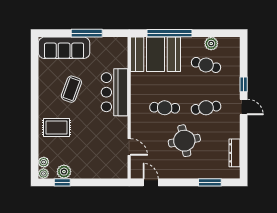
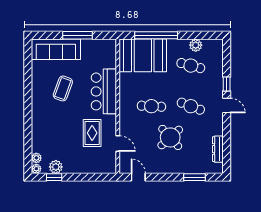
cafe table: (206, 108) -> (191, 106), turned 30
rug: (56, 128) -> (92, 133), moved, turned 90
round table: (184, 141) -> (170, 137), turned -31

